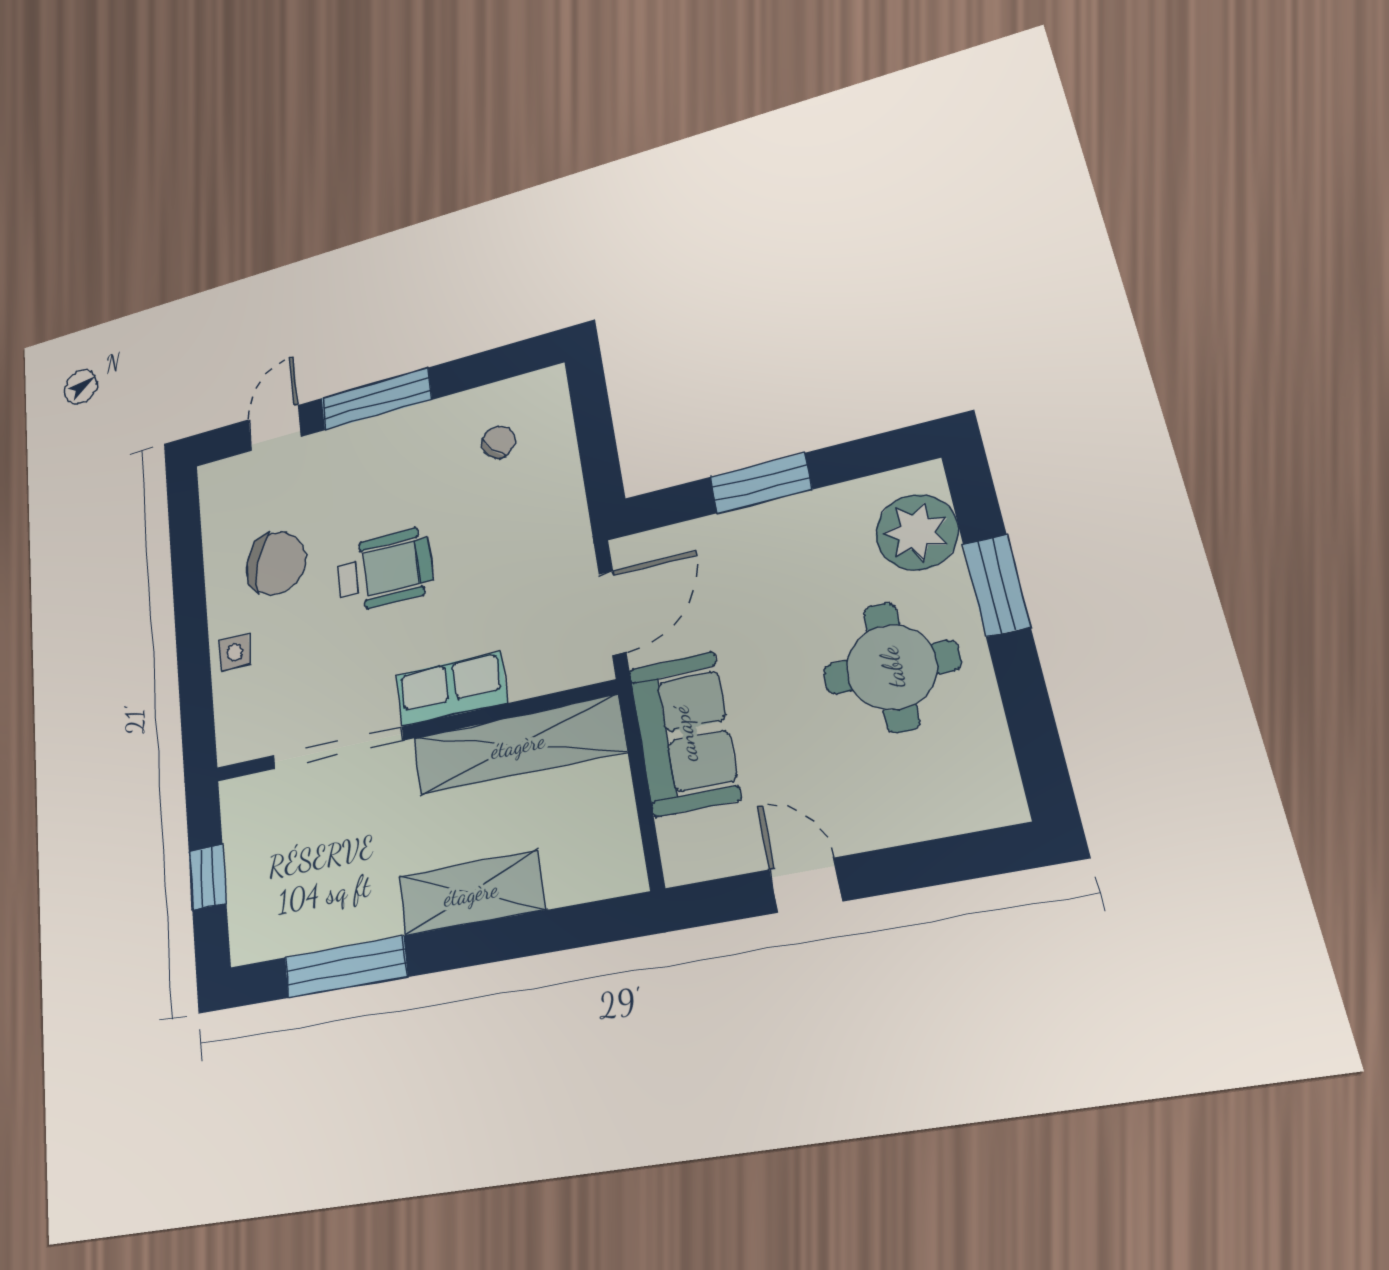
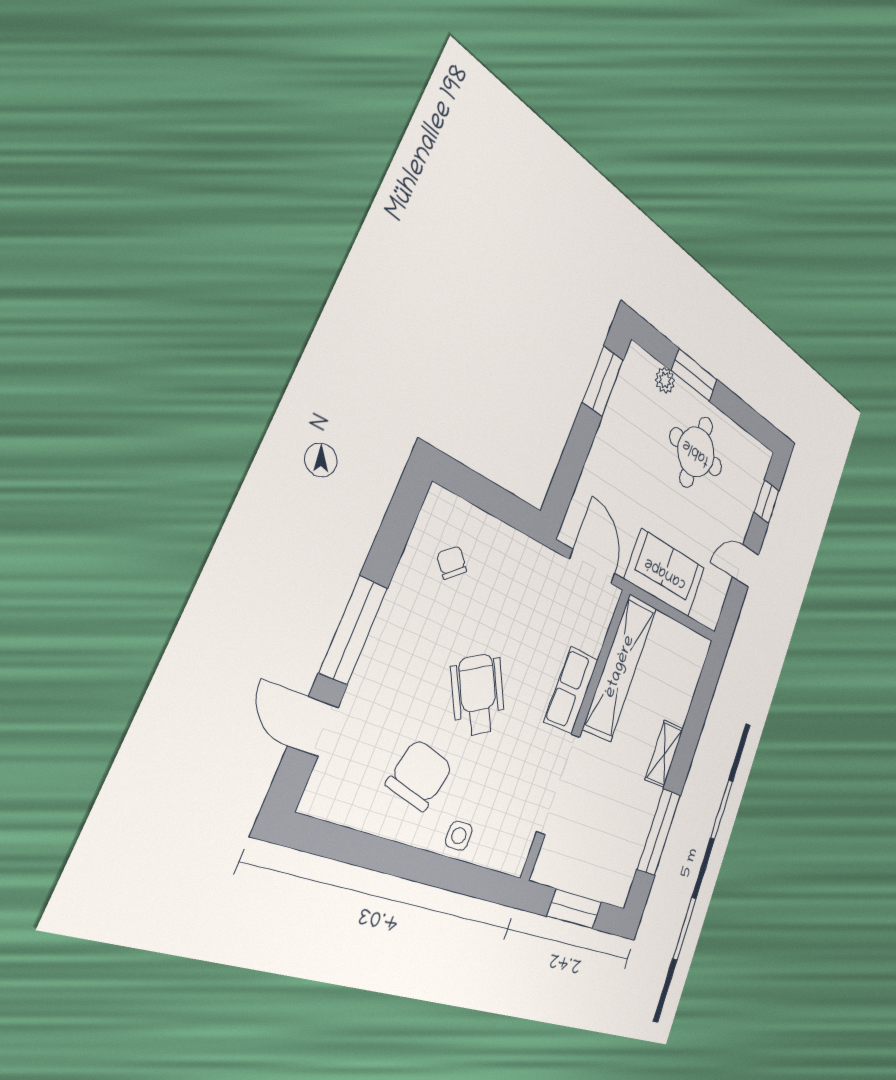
window: (761, 483) -> (603, 381), moved
plant: (917, 532) -> (665, 380), width x0.53, depth x0.53
wheelchair: (384, 570) -> (478, 695), turned -30
window: (940, 861) -> (767, 501), added
window: (208, 877) -> (574, 909), width x1.50
shelving: (471, 893) -> (664, 754), width x0.67, depth x0.75

